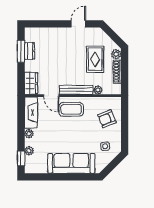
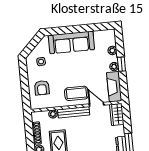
armchair: (107, 119) -> (42, 88), turned 112
window: (21, 158) -> (121, 64), moved

